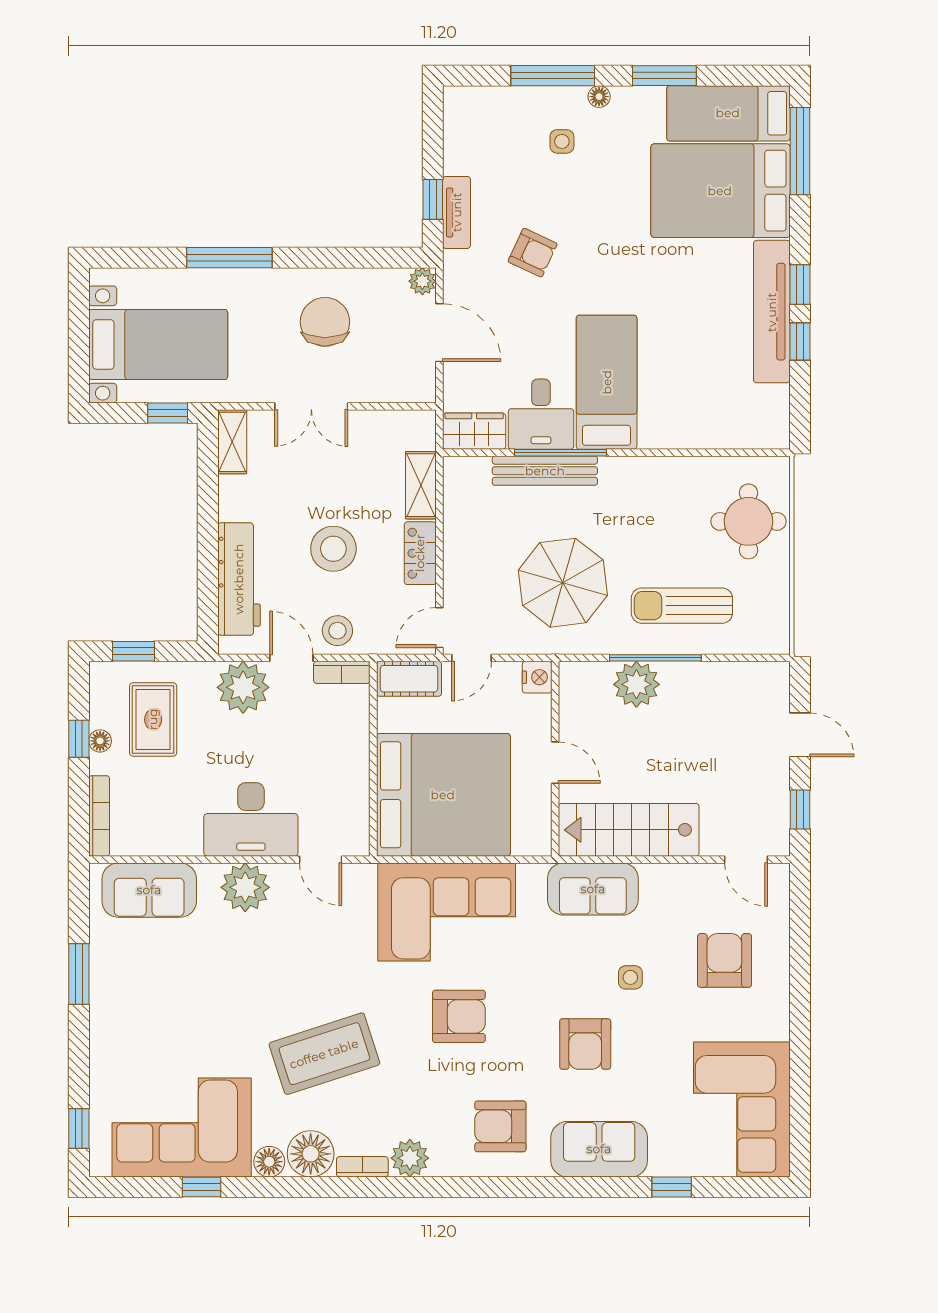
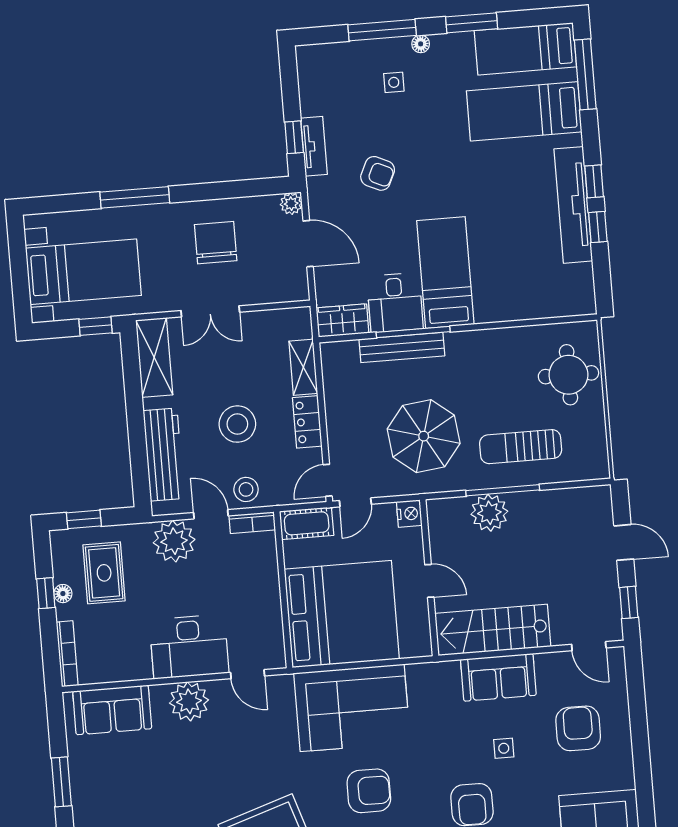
bed: (720, 191) -> (524, 111), width x0.67
shelving: (232, 442) -> (154, 358), width x1.50, depth x1.33
sofa: (593, 889) -> (498, 677), moved

